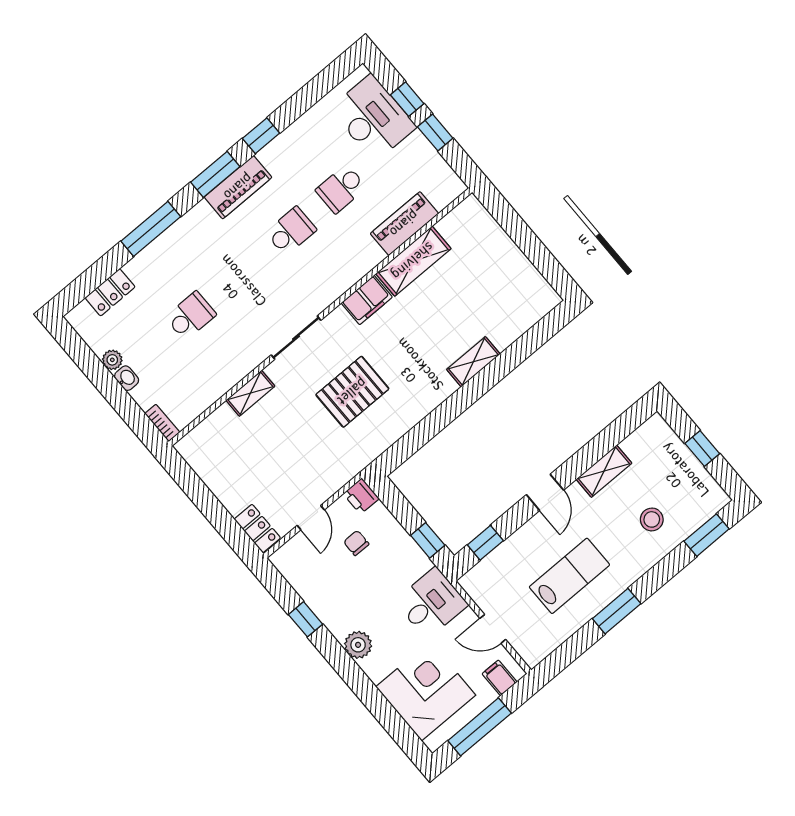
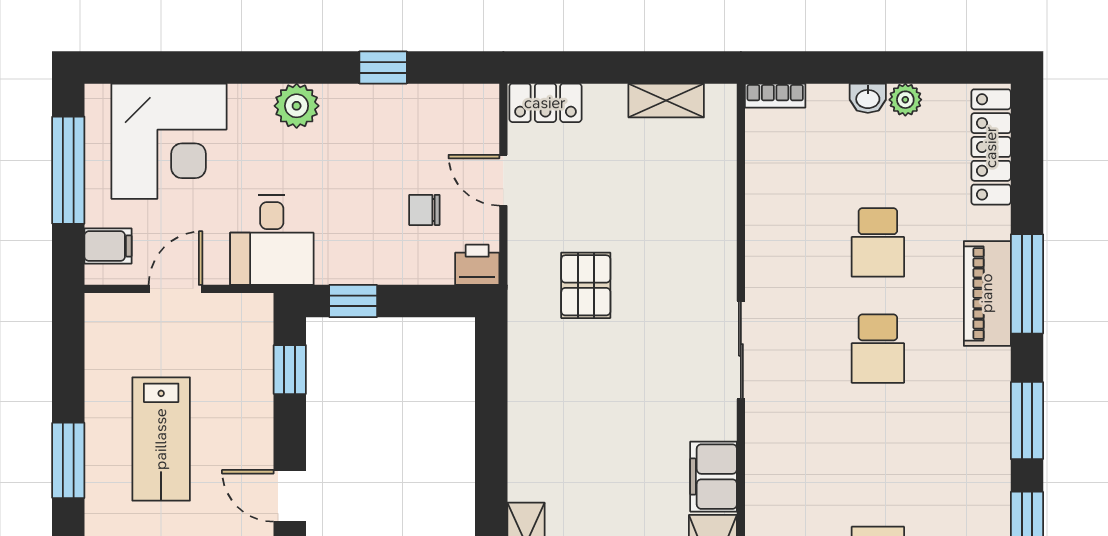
piano: (238, 187) -> (987, 293), moved
school desk: (291, 231) -> (878, 349), moved
locker: (110, 292) -> (991, 147), width x1.53
pallet: (352, 392) -> (586, 285), moved, width x0.67, depth x0.71
shelving: (250, 393) -> (666, 101), moved, turned 90
chair: (356, 543) -> (424, 210), turned 180

